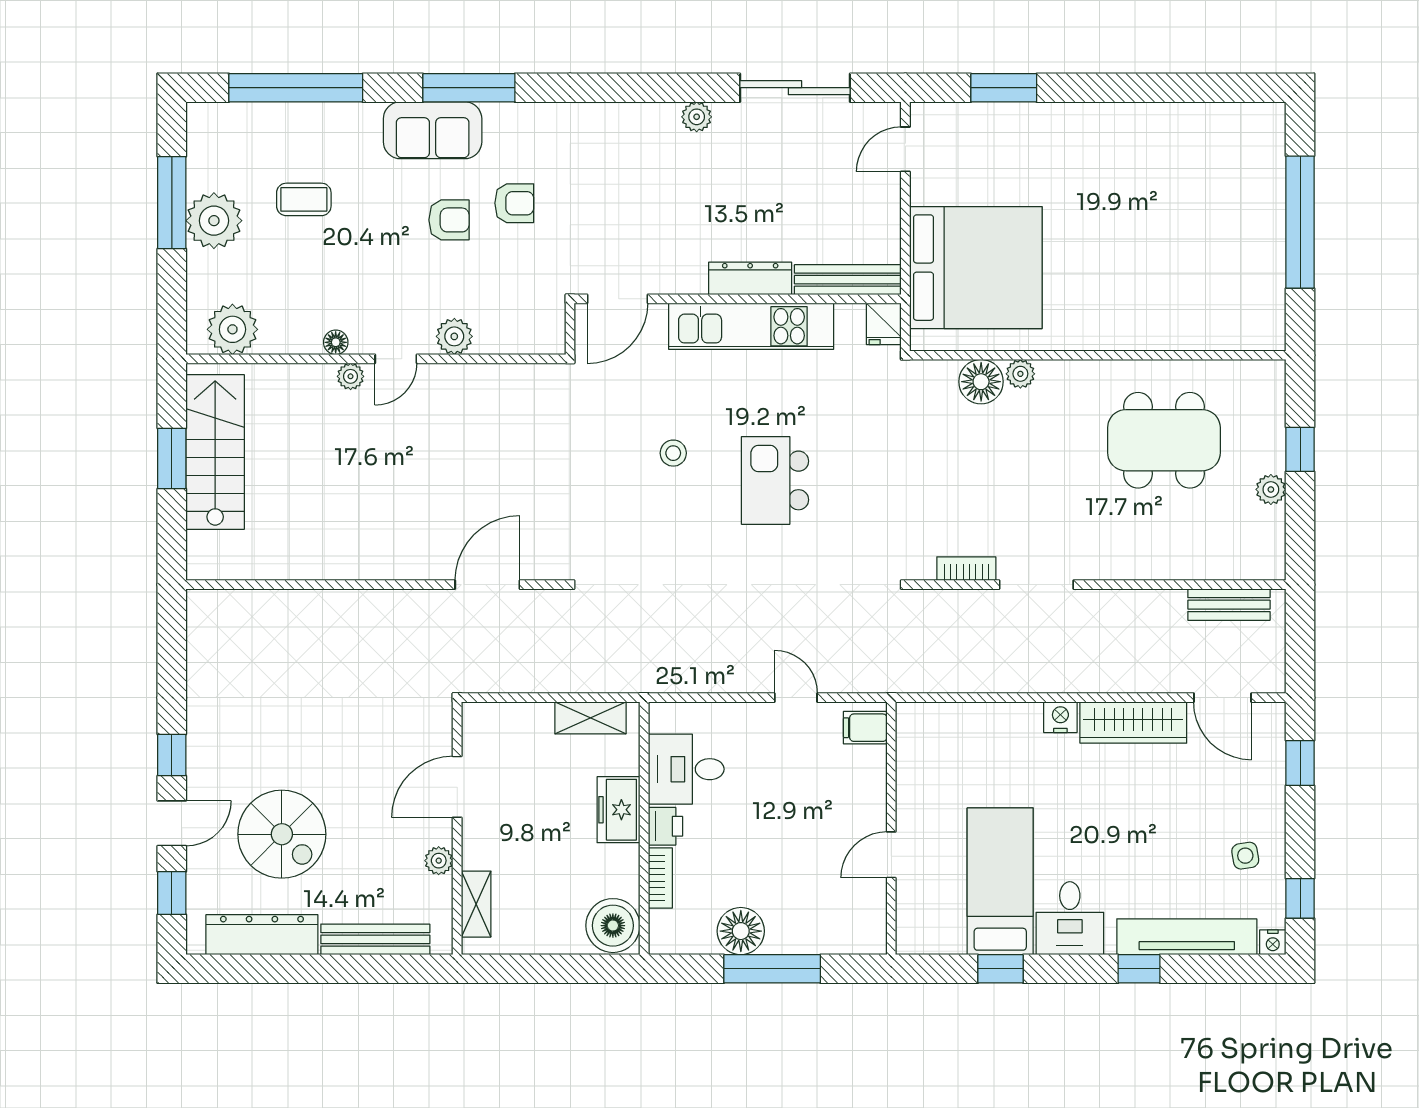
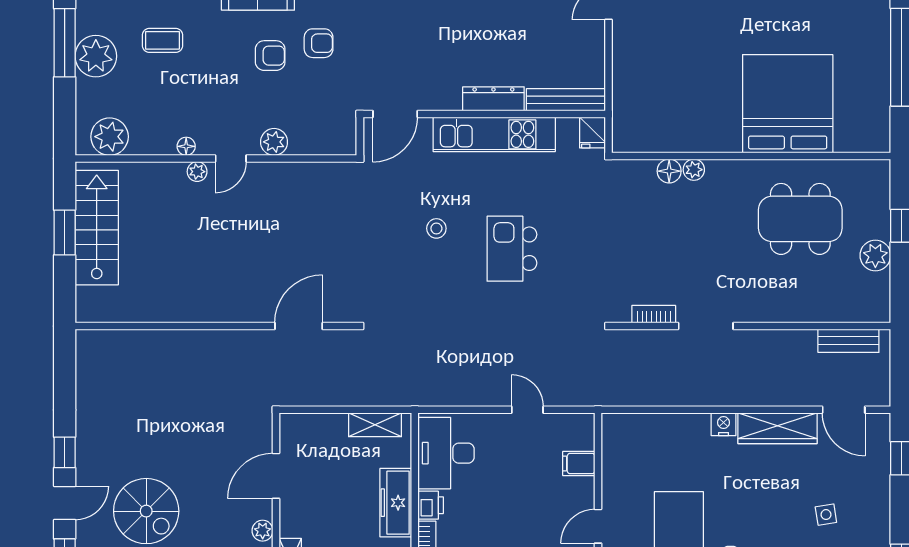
bed: (976, 268) -> (788, 104), moved, turned -90
floor lamp: (981, 382) -> (669, 171), width x0.73, depth x0.73
plant: (1271, 489) -> (875, 255), width x1.38, depth x1.38
filing cabinet: (865, 728) -> (579, 464), moved
desk: (686, 769) -> (446, 453), width x1.37
freezer: (618, 810) -> (396, 503), width x1.40
side table: (1245, 856) -> (826, 515), moved

